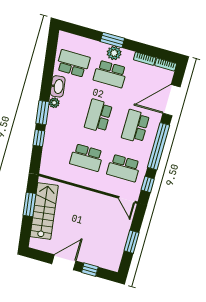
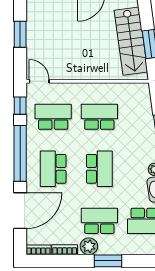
plant: (114, 53) -> (89, 246), moved
school desk: (135, 126) -> (53, 169), turned 180

